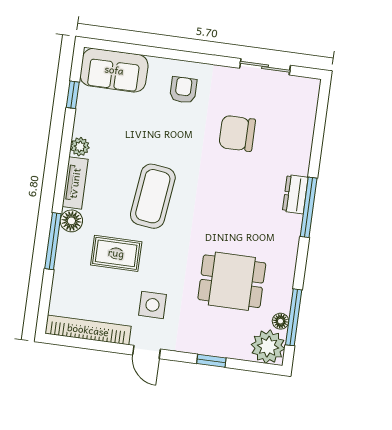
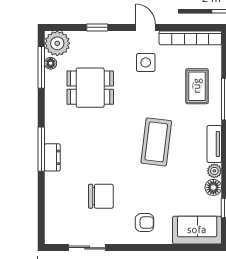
armchair: (183, 90) -> (144, 223), turned -90
floor lamp: (71, 221) -> (213, 187), moved
rug: (116, 253) -> (197, 86), moved, turned 90

